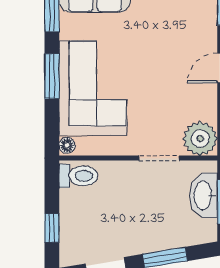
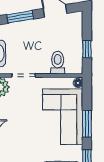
toilet: (78, 176) -> (58, 63), moved, turned 90
window: (52, 228) -> (87, 49), moved

